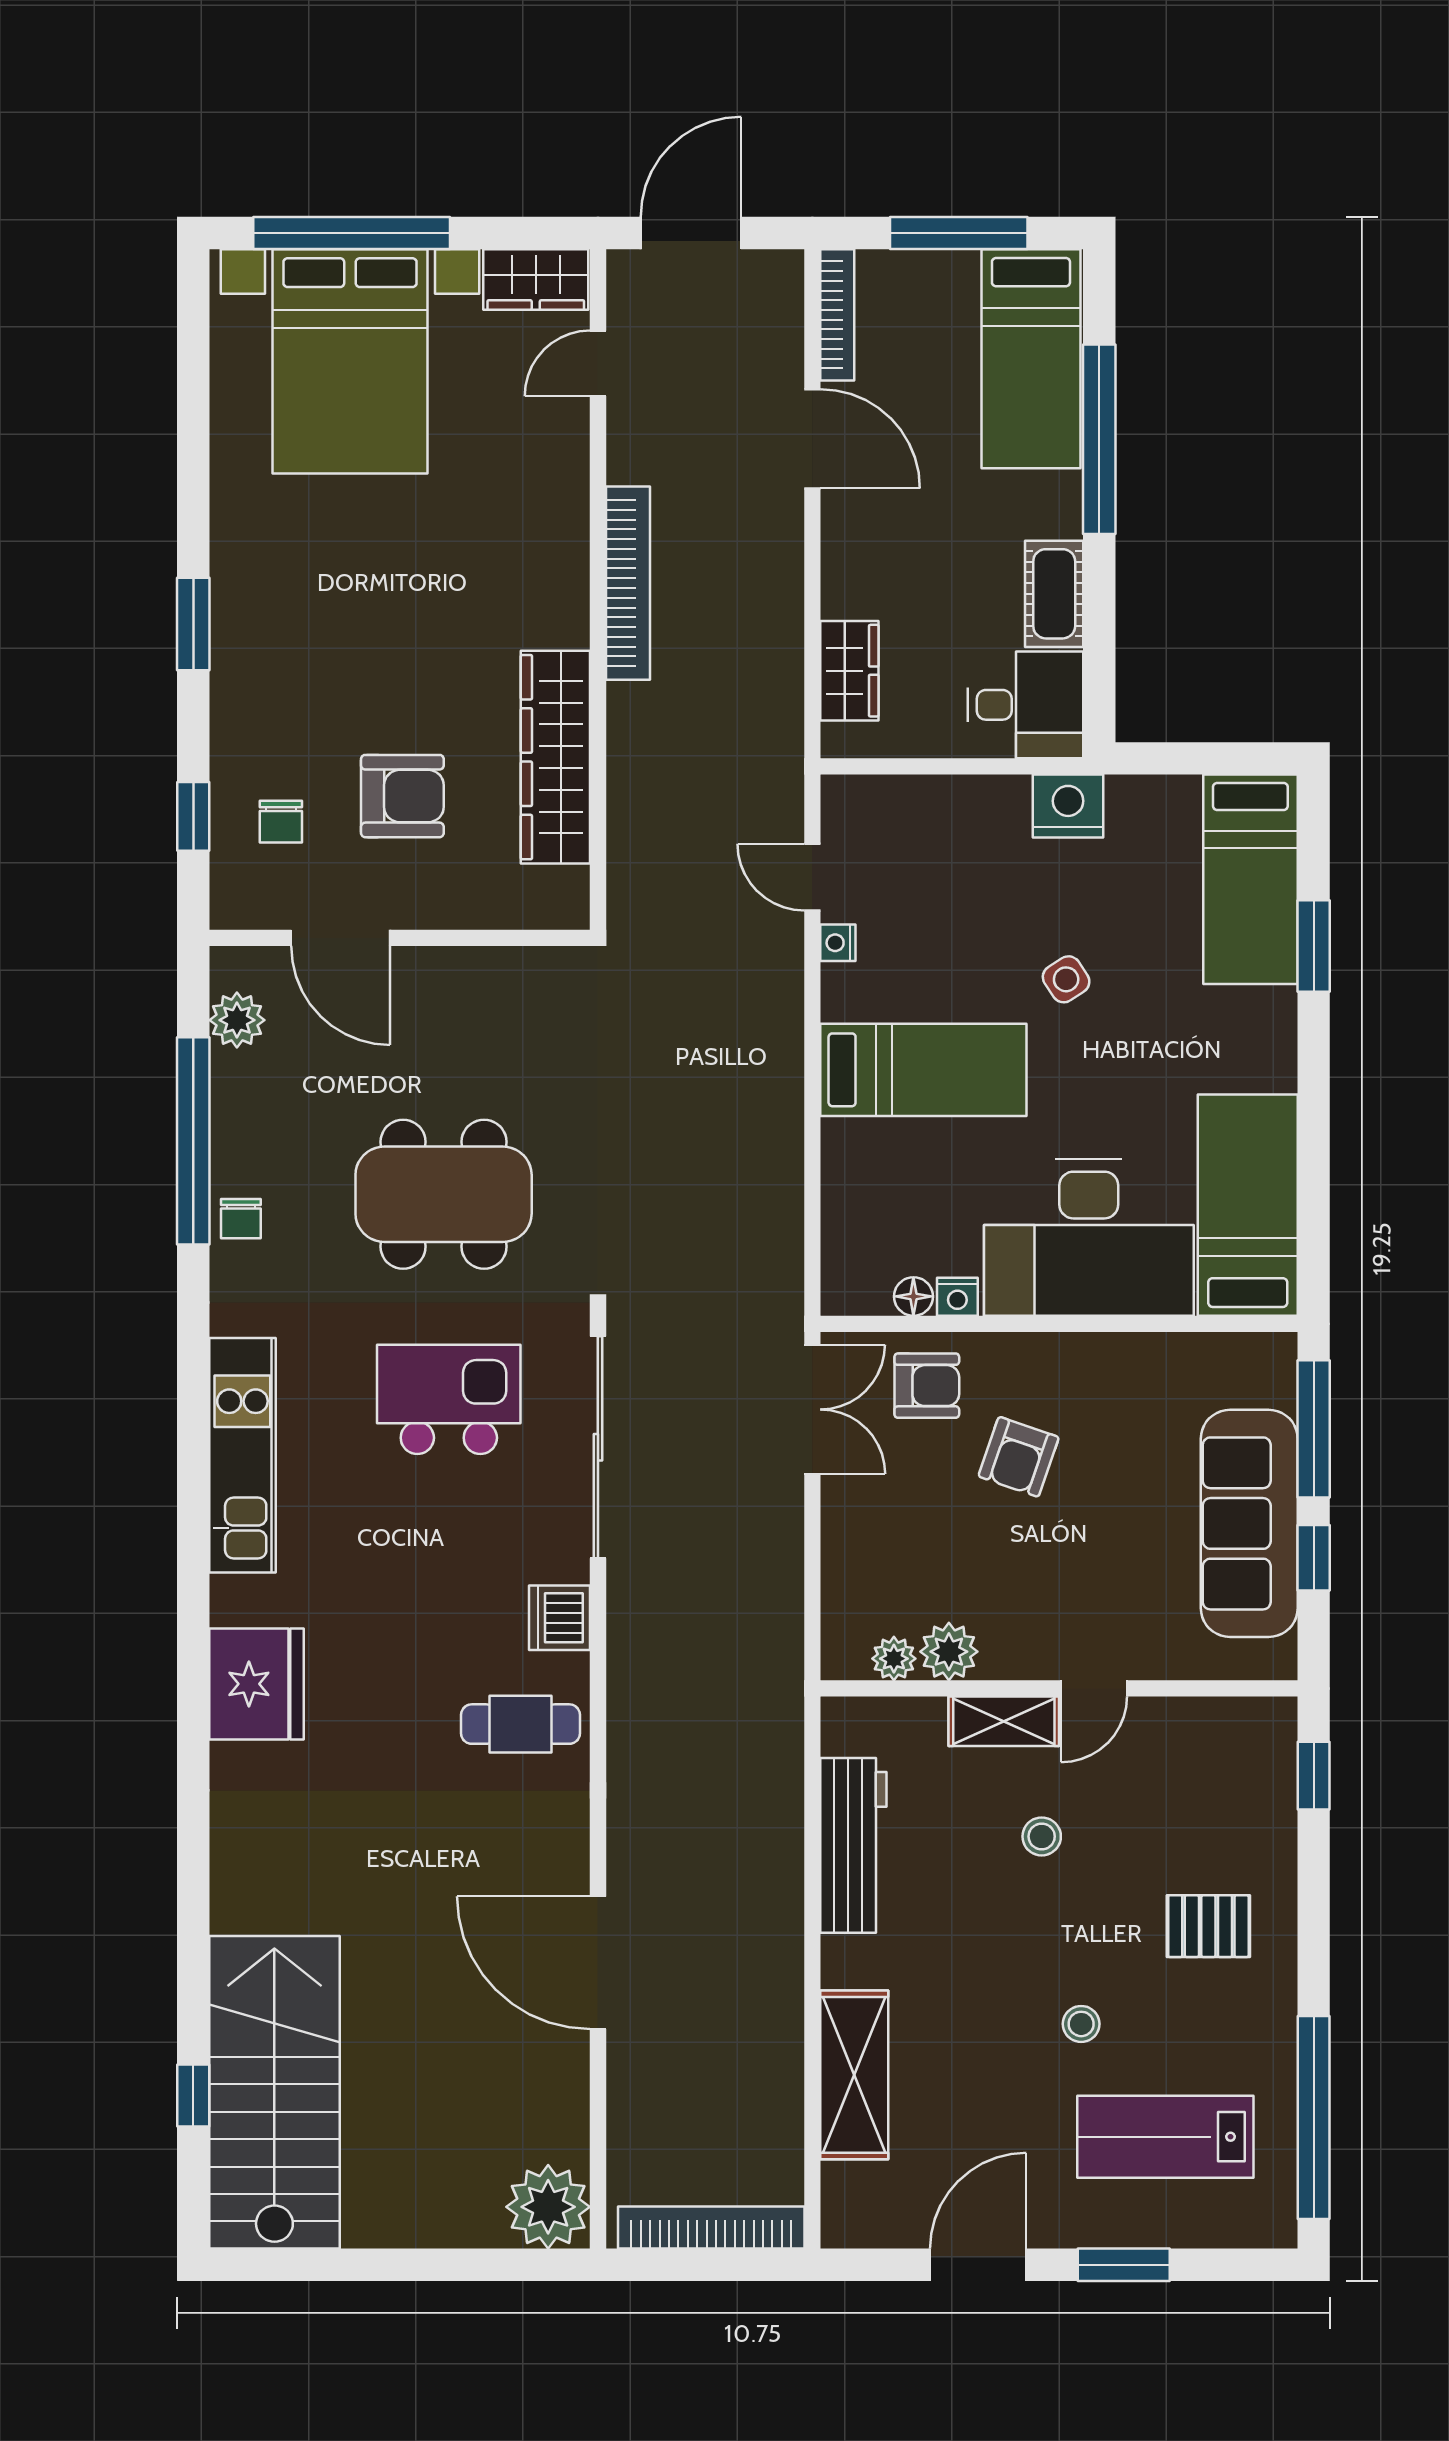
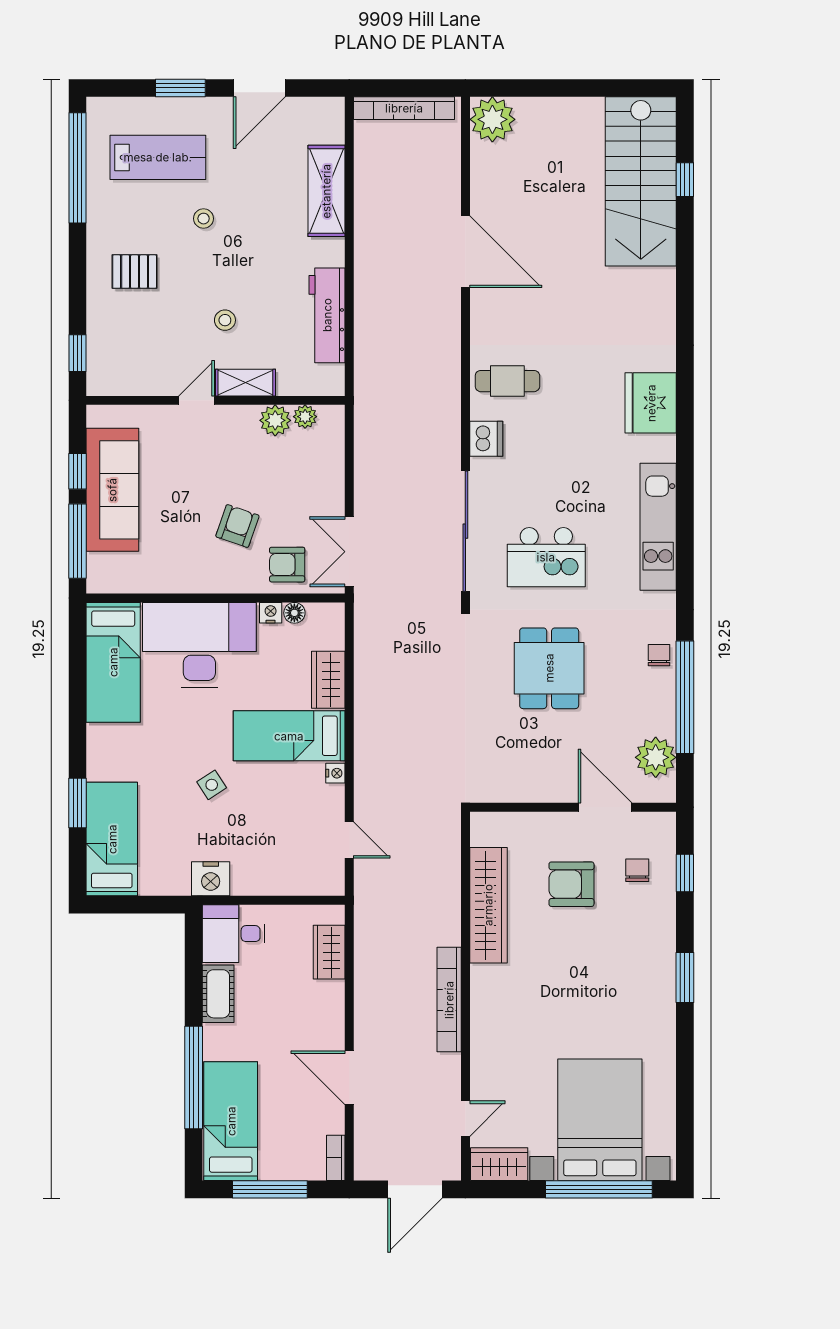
bookcase: (837, 315) -> (336, 1158), width x0.64
nightstand: (838, 943) -> (335, 773), moved
plant: (237, 1020) -> (656, 757), width x1.36, depth x1.36
wardrobe: (851, 1173) -> (328, 680), added
dining table: (444, 1194) -> (549, 668), width x0.73

